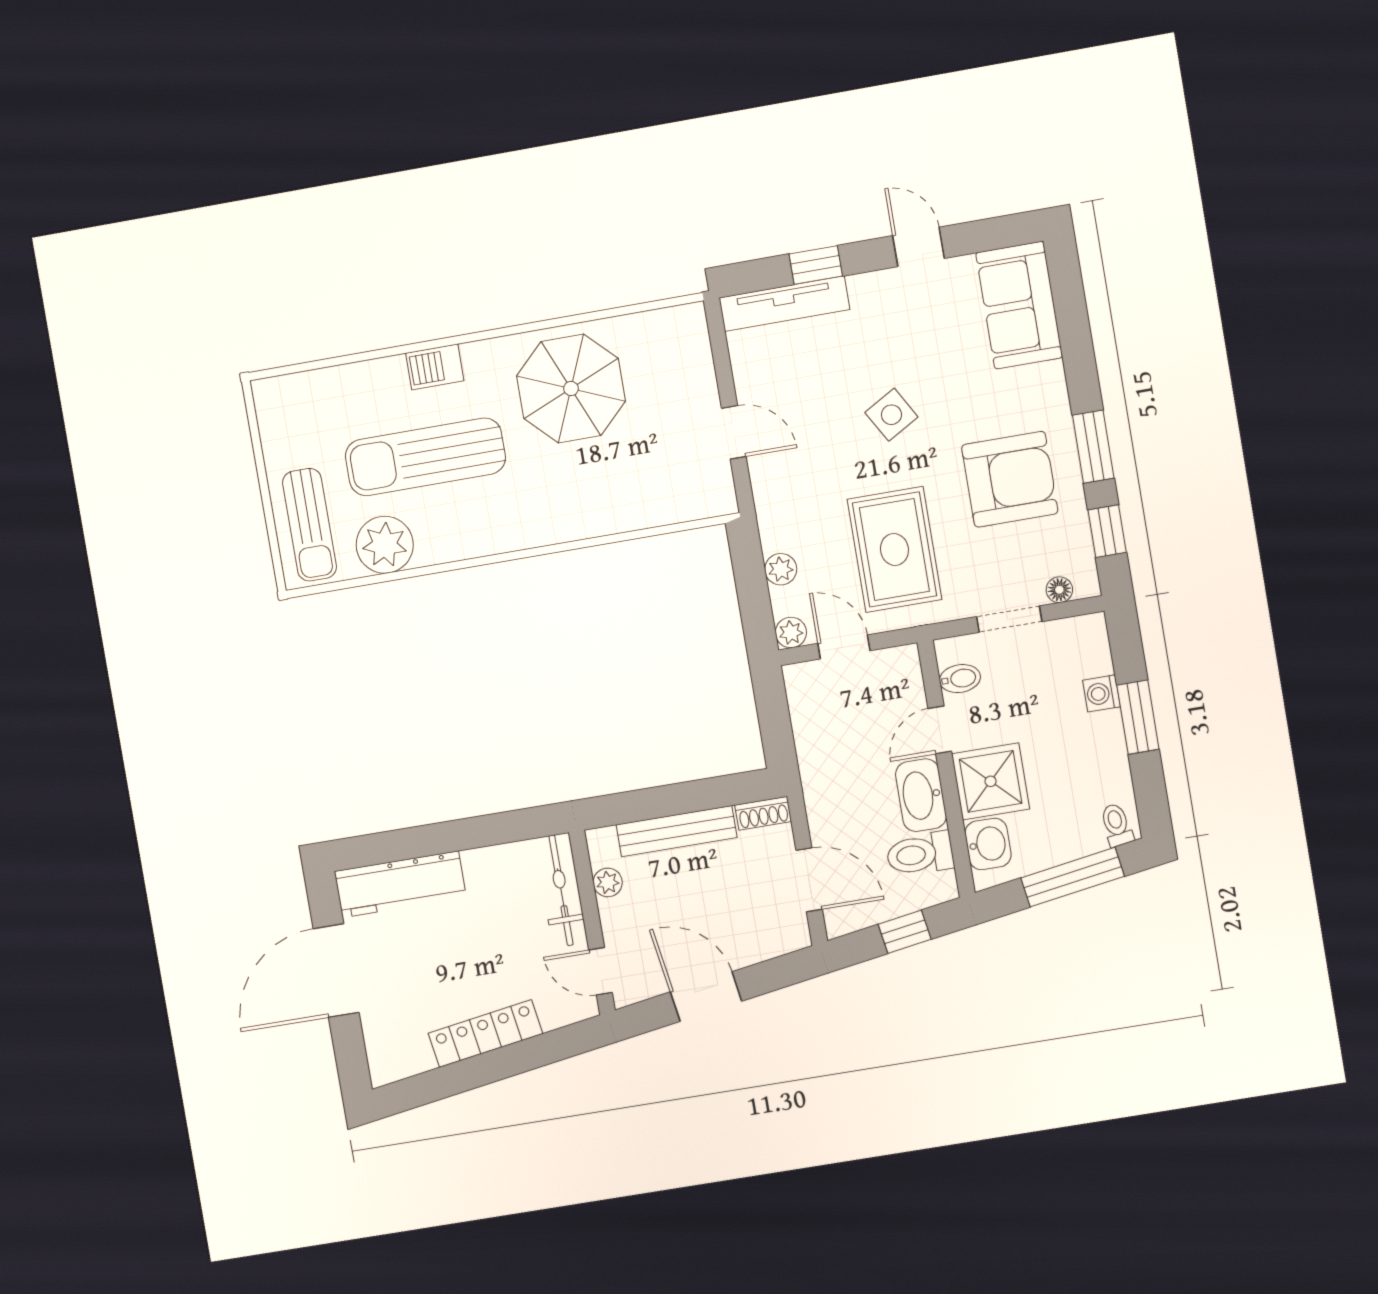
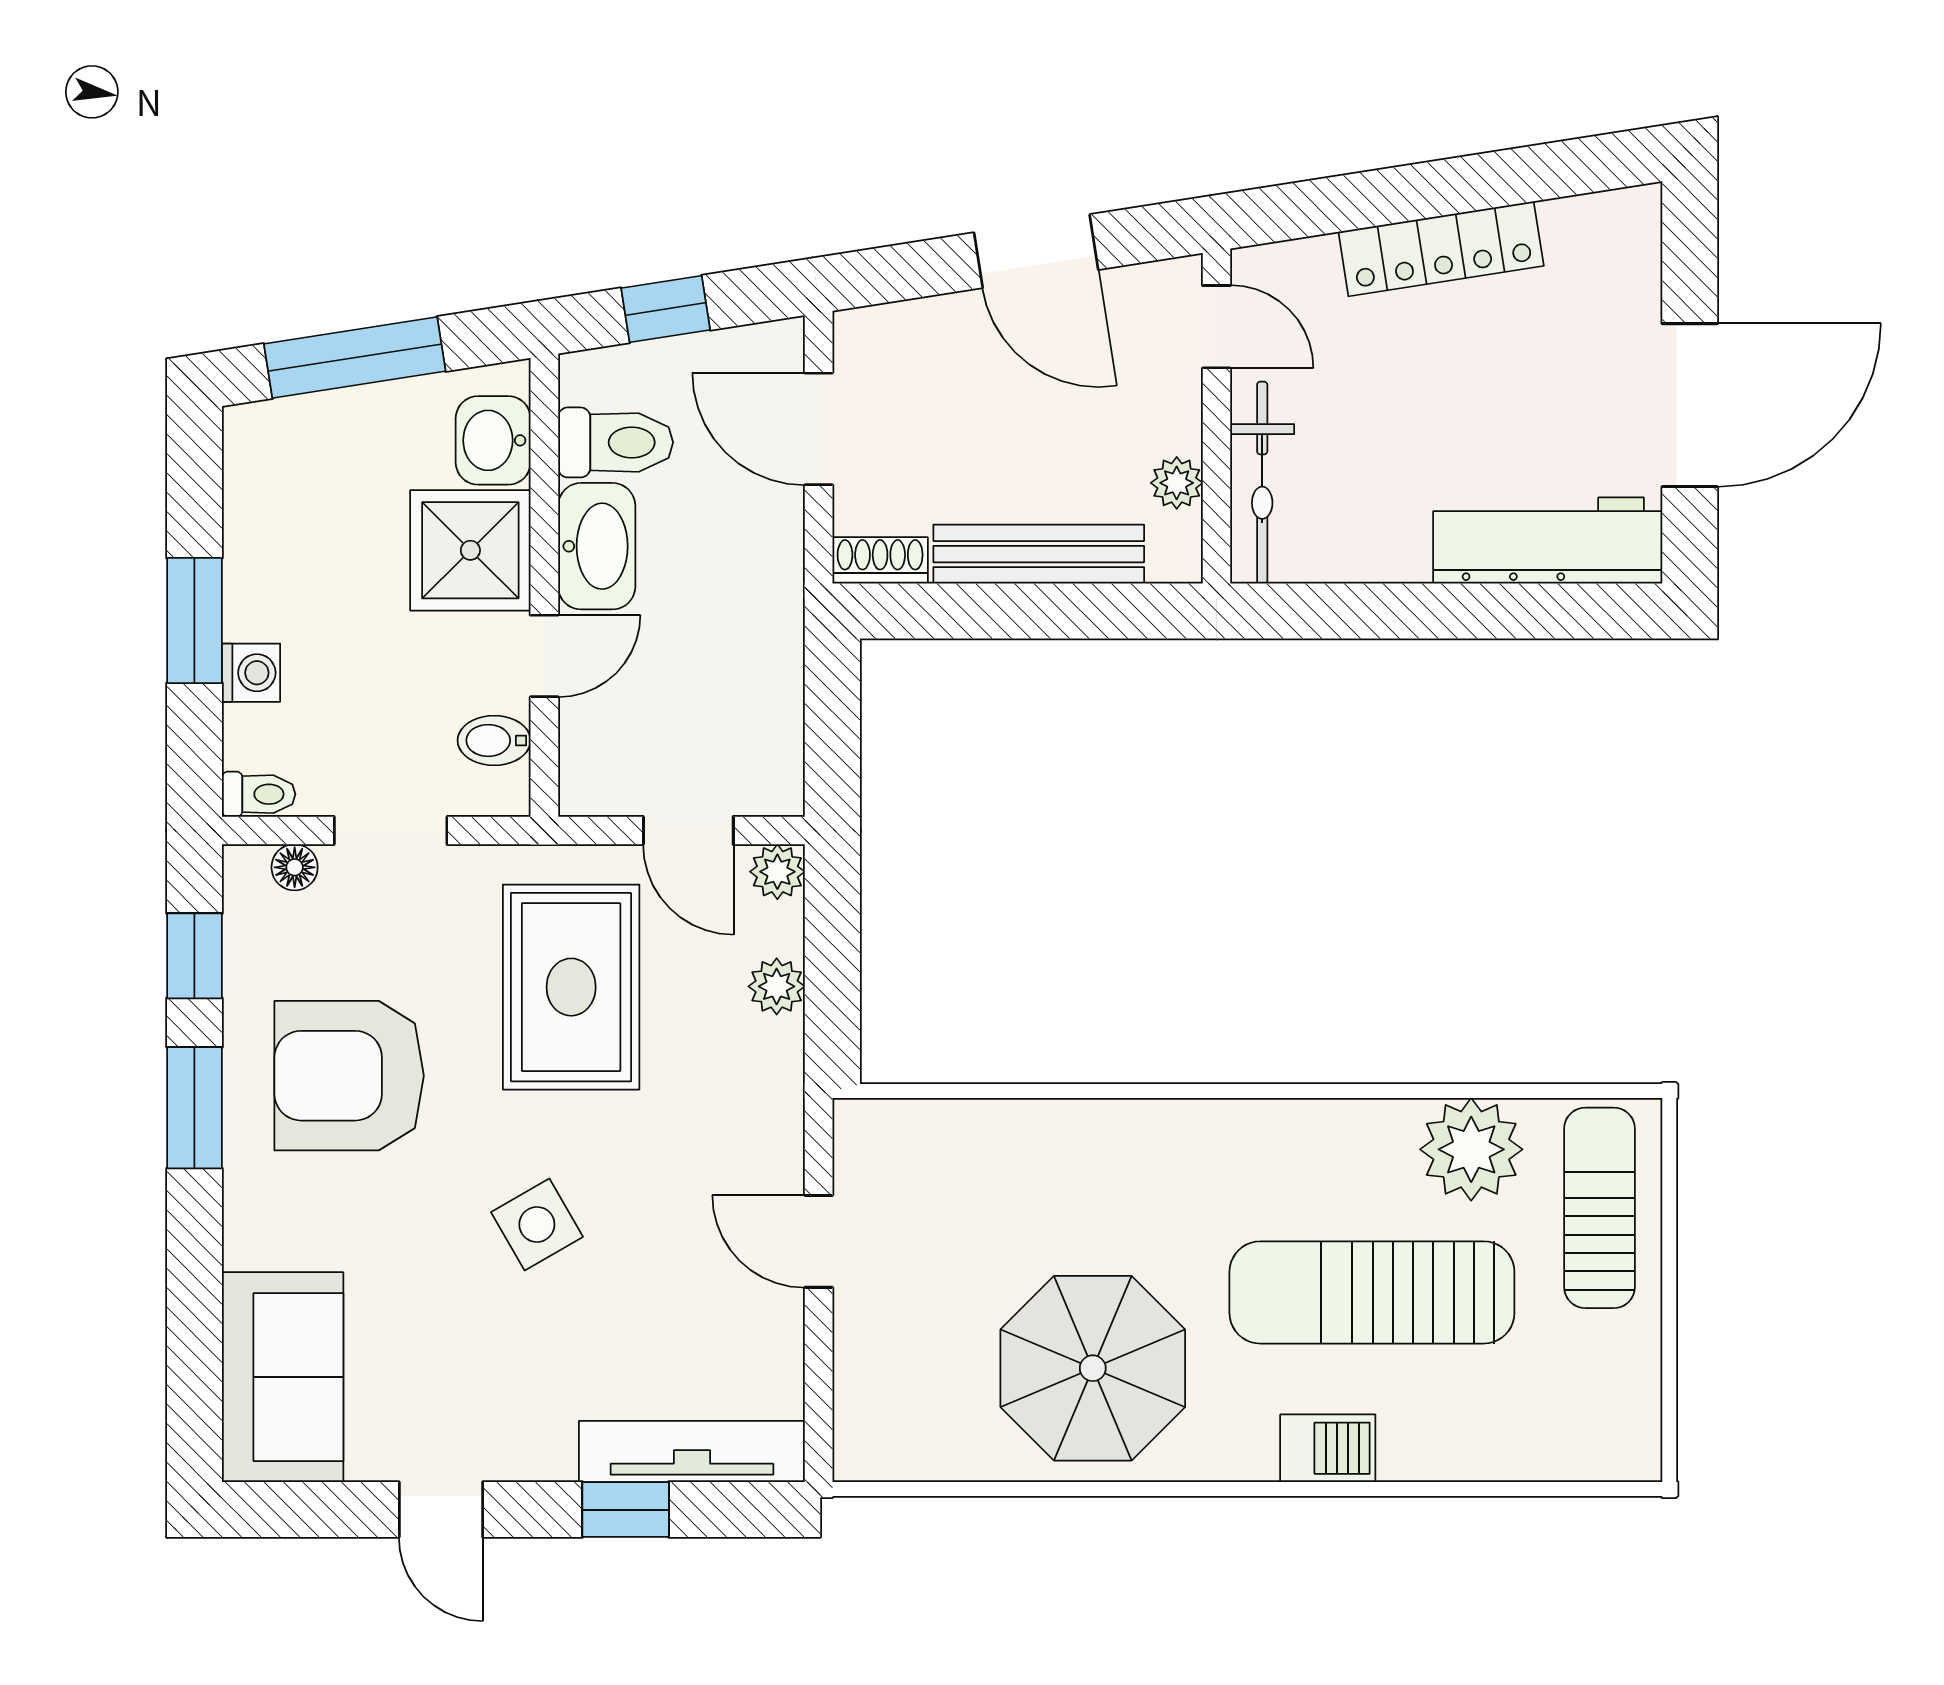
sun lounger: (425, 457) -> (1372, 1292), turned 180
toilet: (1117, 825) -> (259, 794), moved, turned -81

